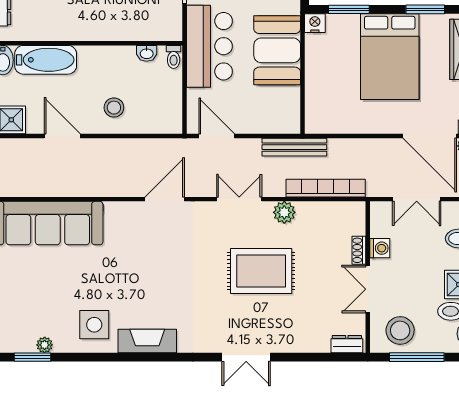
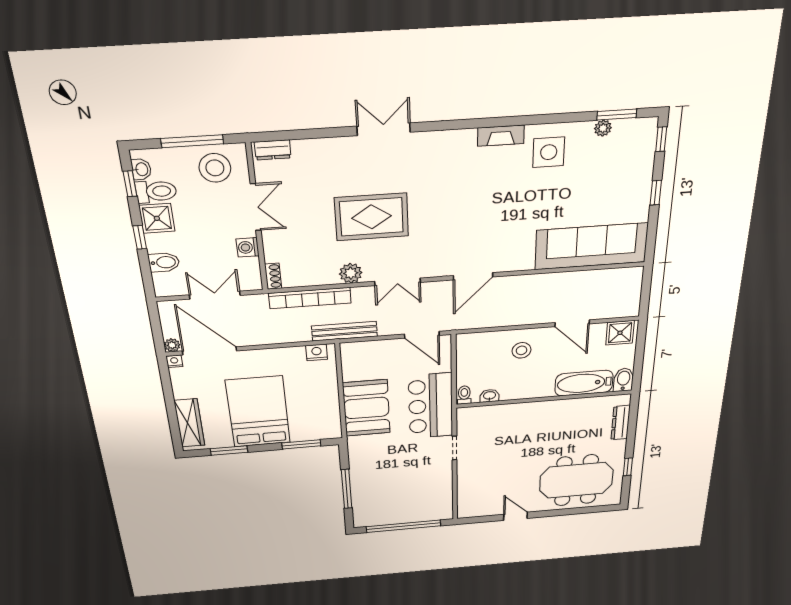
nightstand: (315, 23) -> (317, 352), moved, turned 180
shoe rack: (359, 250) -> (273, 276), moved
fireplace: (147, 341) -> (501, 136), width x0.73, depth x0.76

